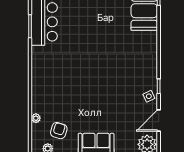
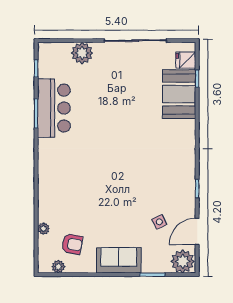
side table: (149, 96) -> (159, 222), moved
armchair: (59, 131) -> (72, 244), turned 83

